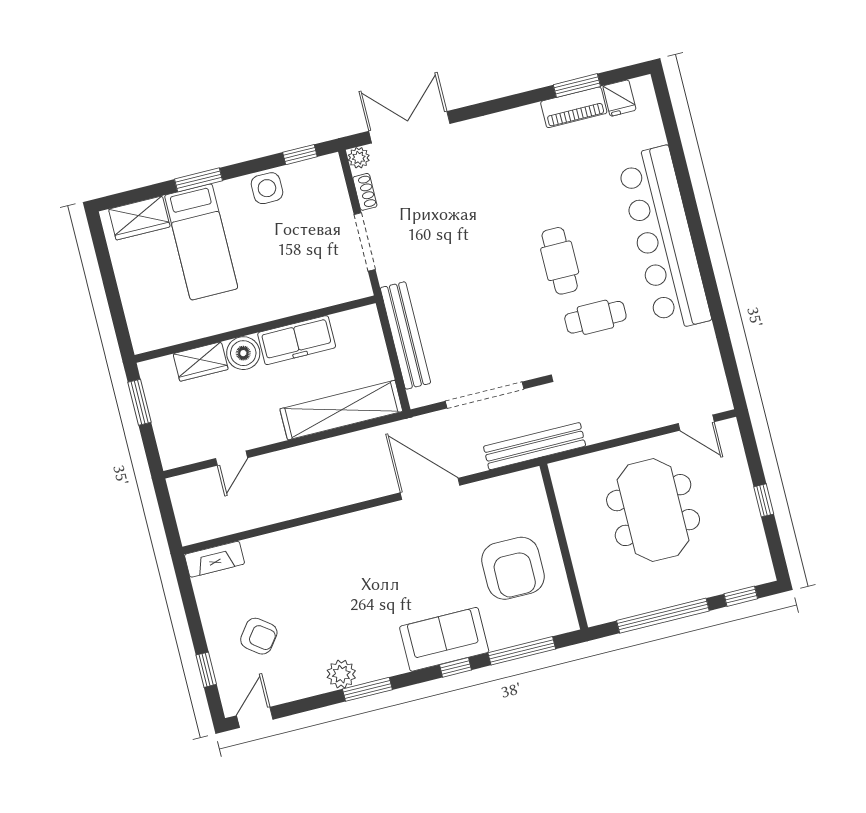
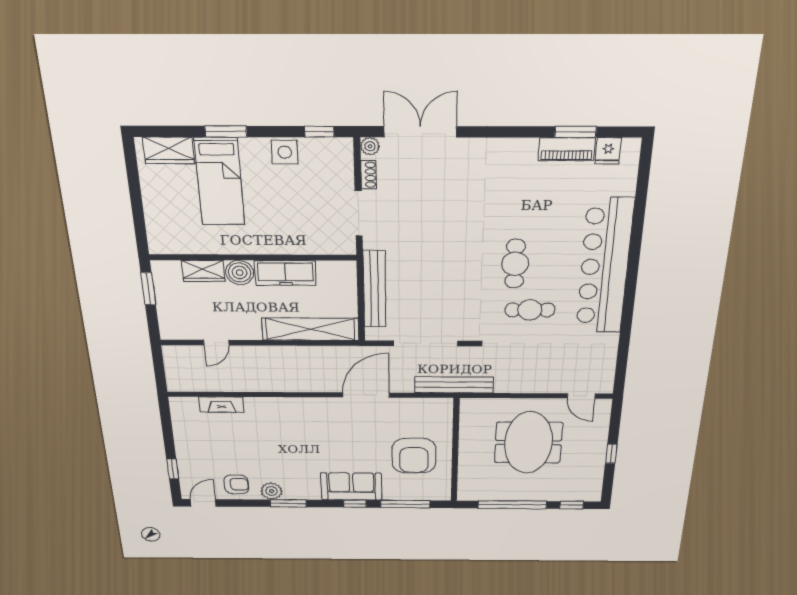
door: (430, 489) -> (366, 395), hinge flipped
fireplace: (214, 559) -> (221, 405), moved
armchair: (259, 636) -> (236, 484), moved, turned -37

